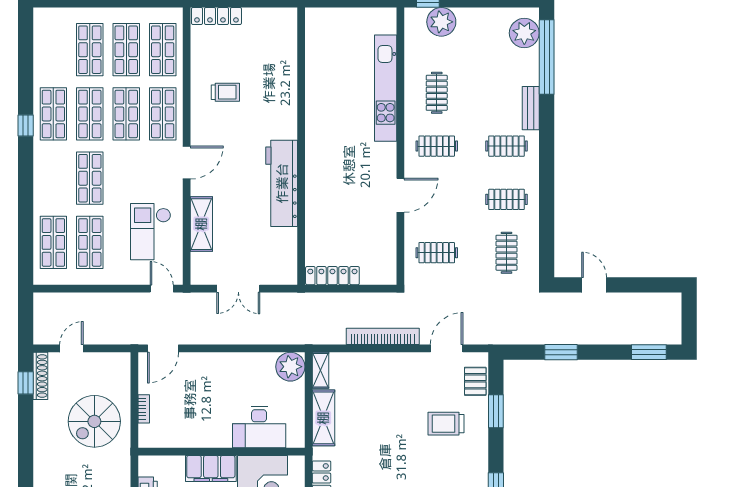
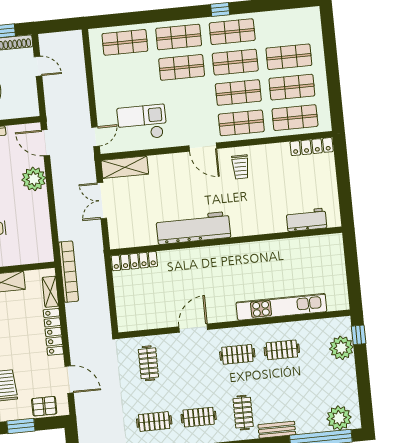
locker: (216, 16) -> (312, 147), moved, turned -90
workbench: (285, 48) -> (306, 220), added
trolley: (225, 92) -> (240, 167), moved
clothes rail: (437, 146) -> (237, 354), turned 90
door: (400, 195) -> (193, 328), swing flipped
clothes rail: (507, 199) -> (199, 417), turned 90
shelving: (201, 224) -> (125, 167), moved
shop shelf: (90, 242) -> (179, 37), moved
locker: (332, 276) -> (134, 261), moved, turned 90
bookcase: (383, 336) -> (69, 272), moved
locker: (388, 362) -> (53, 332), added
plant: (290, 367) -> (34, 179), moved
shelving: (320, 370) -> (50, 292), moved, turned 90

